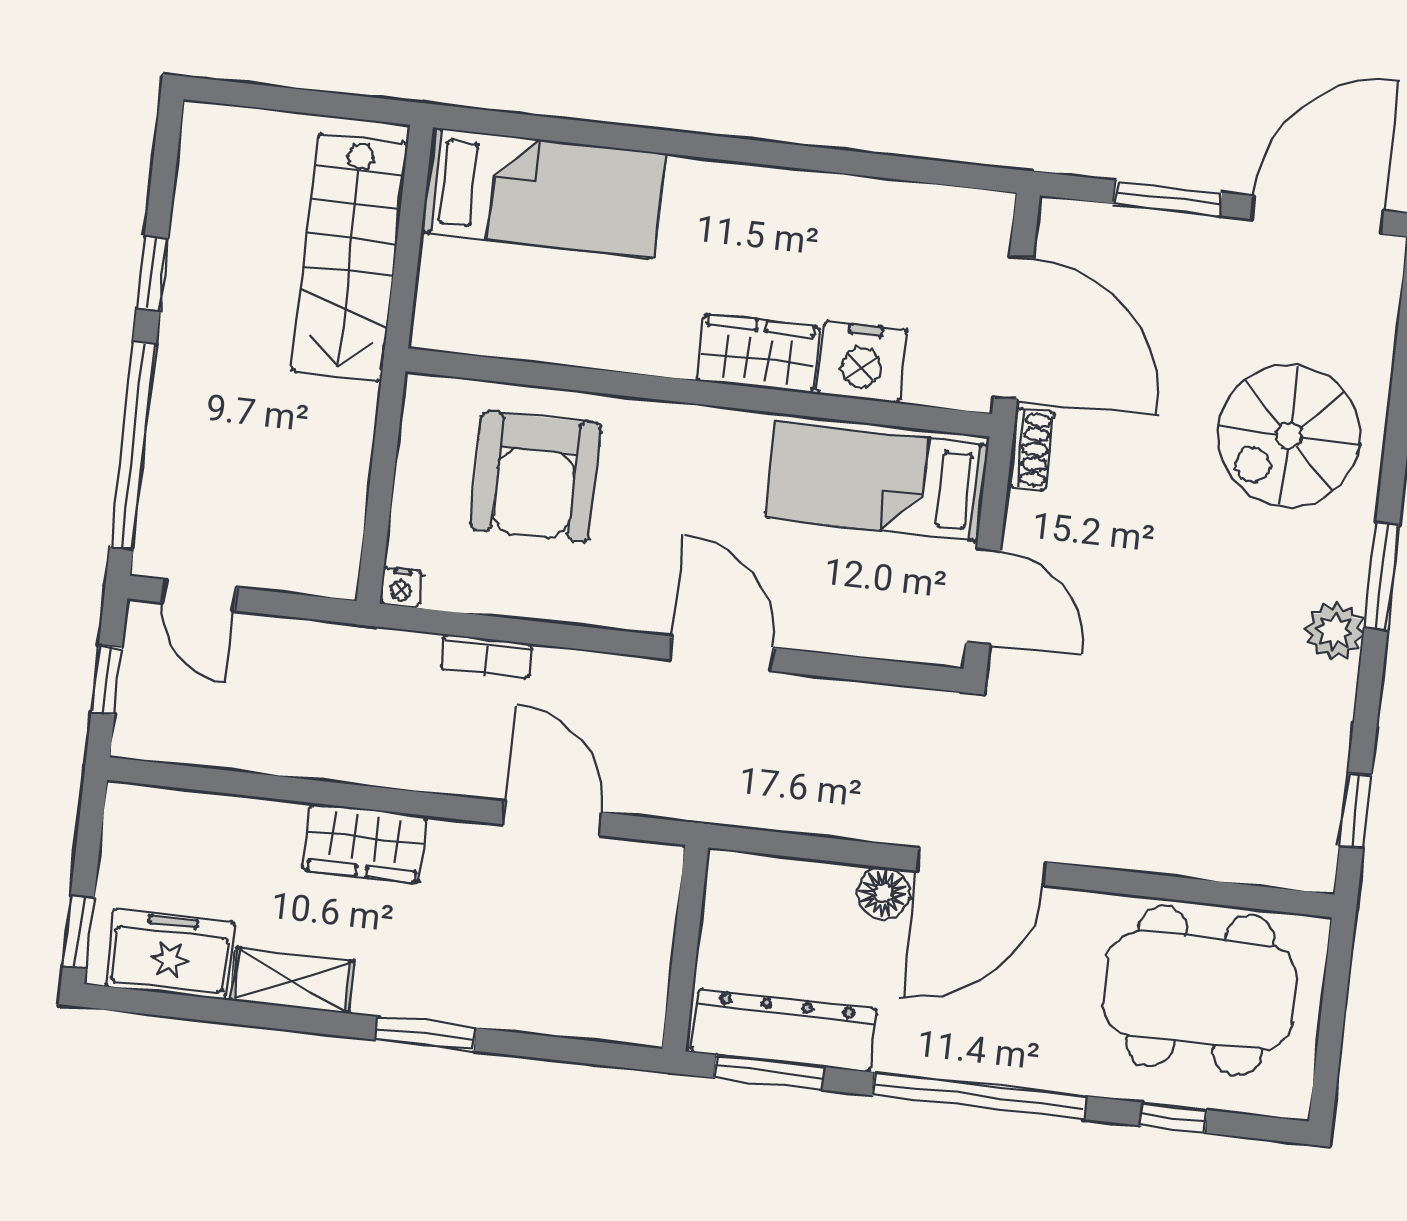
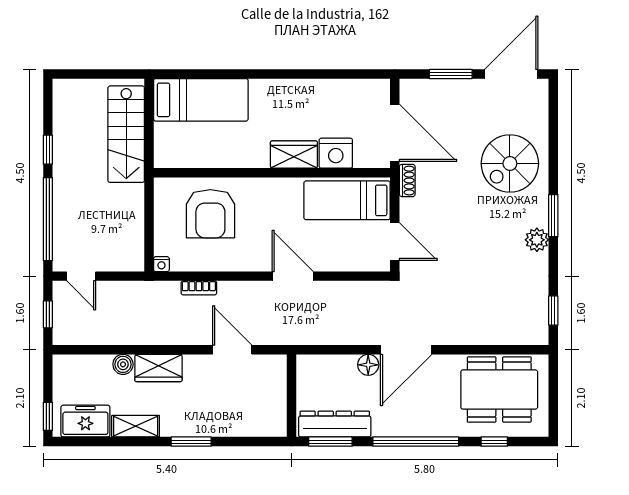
boiler: (278, 824) -> (123, 364), added

